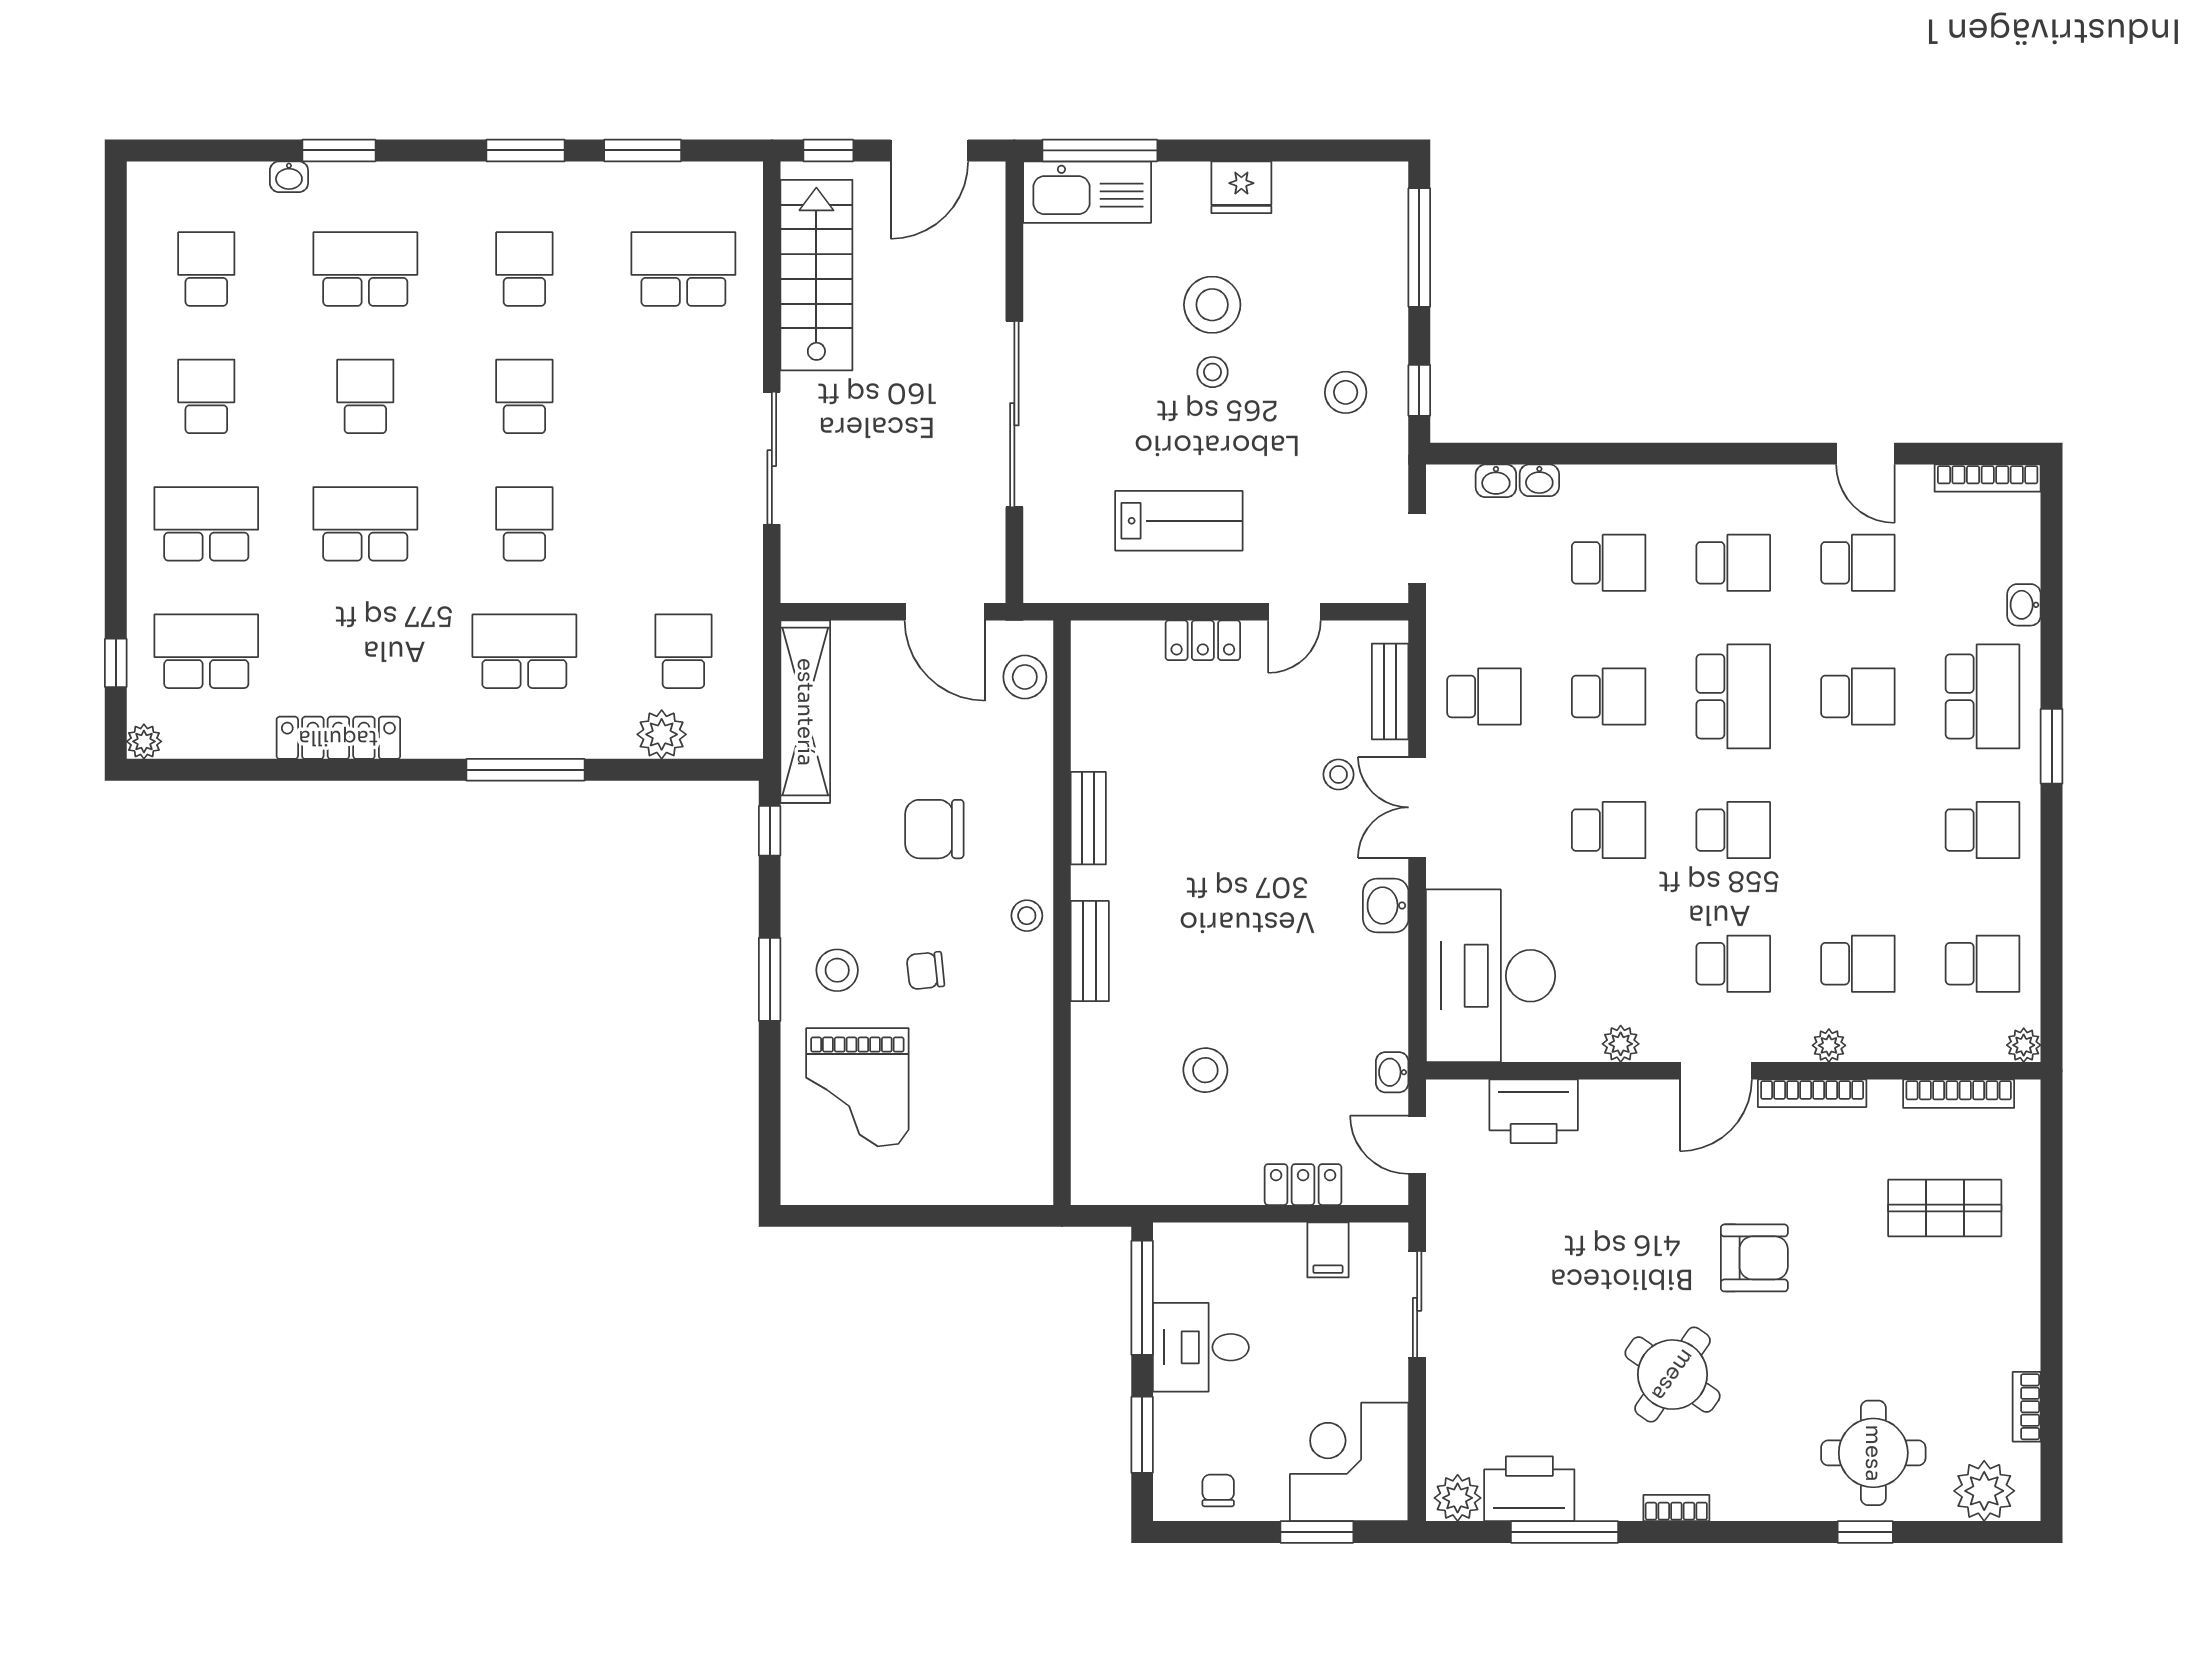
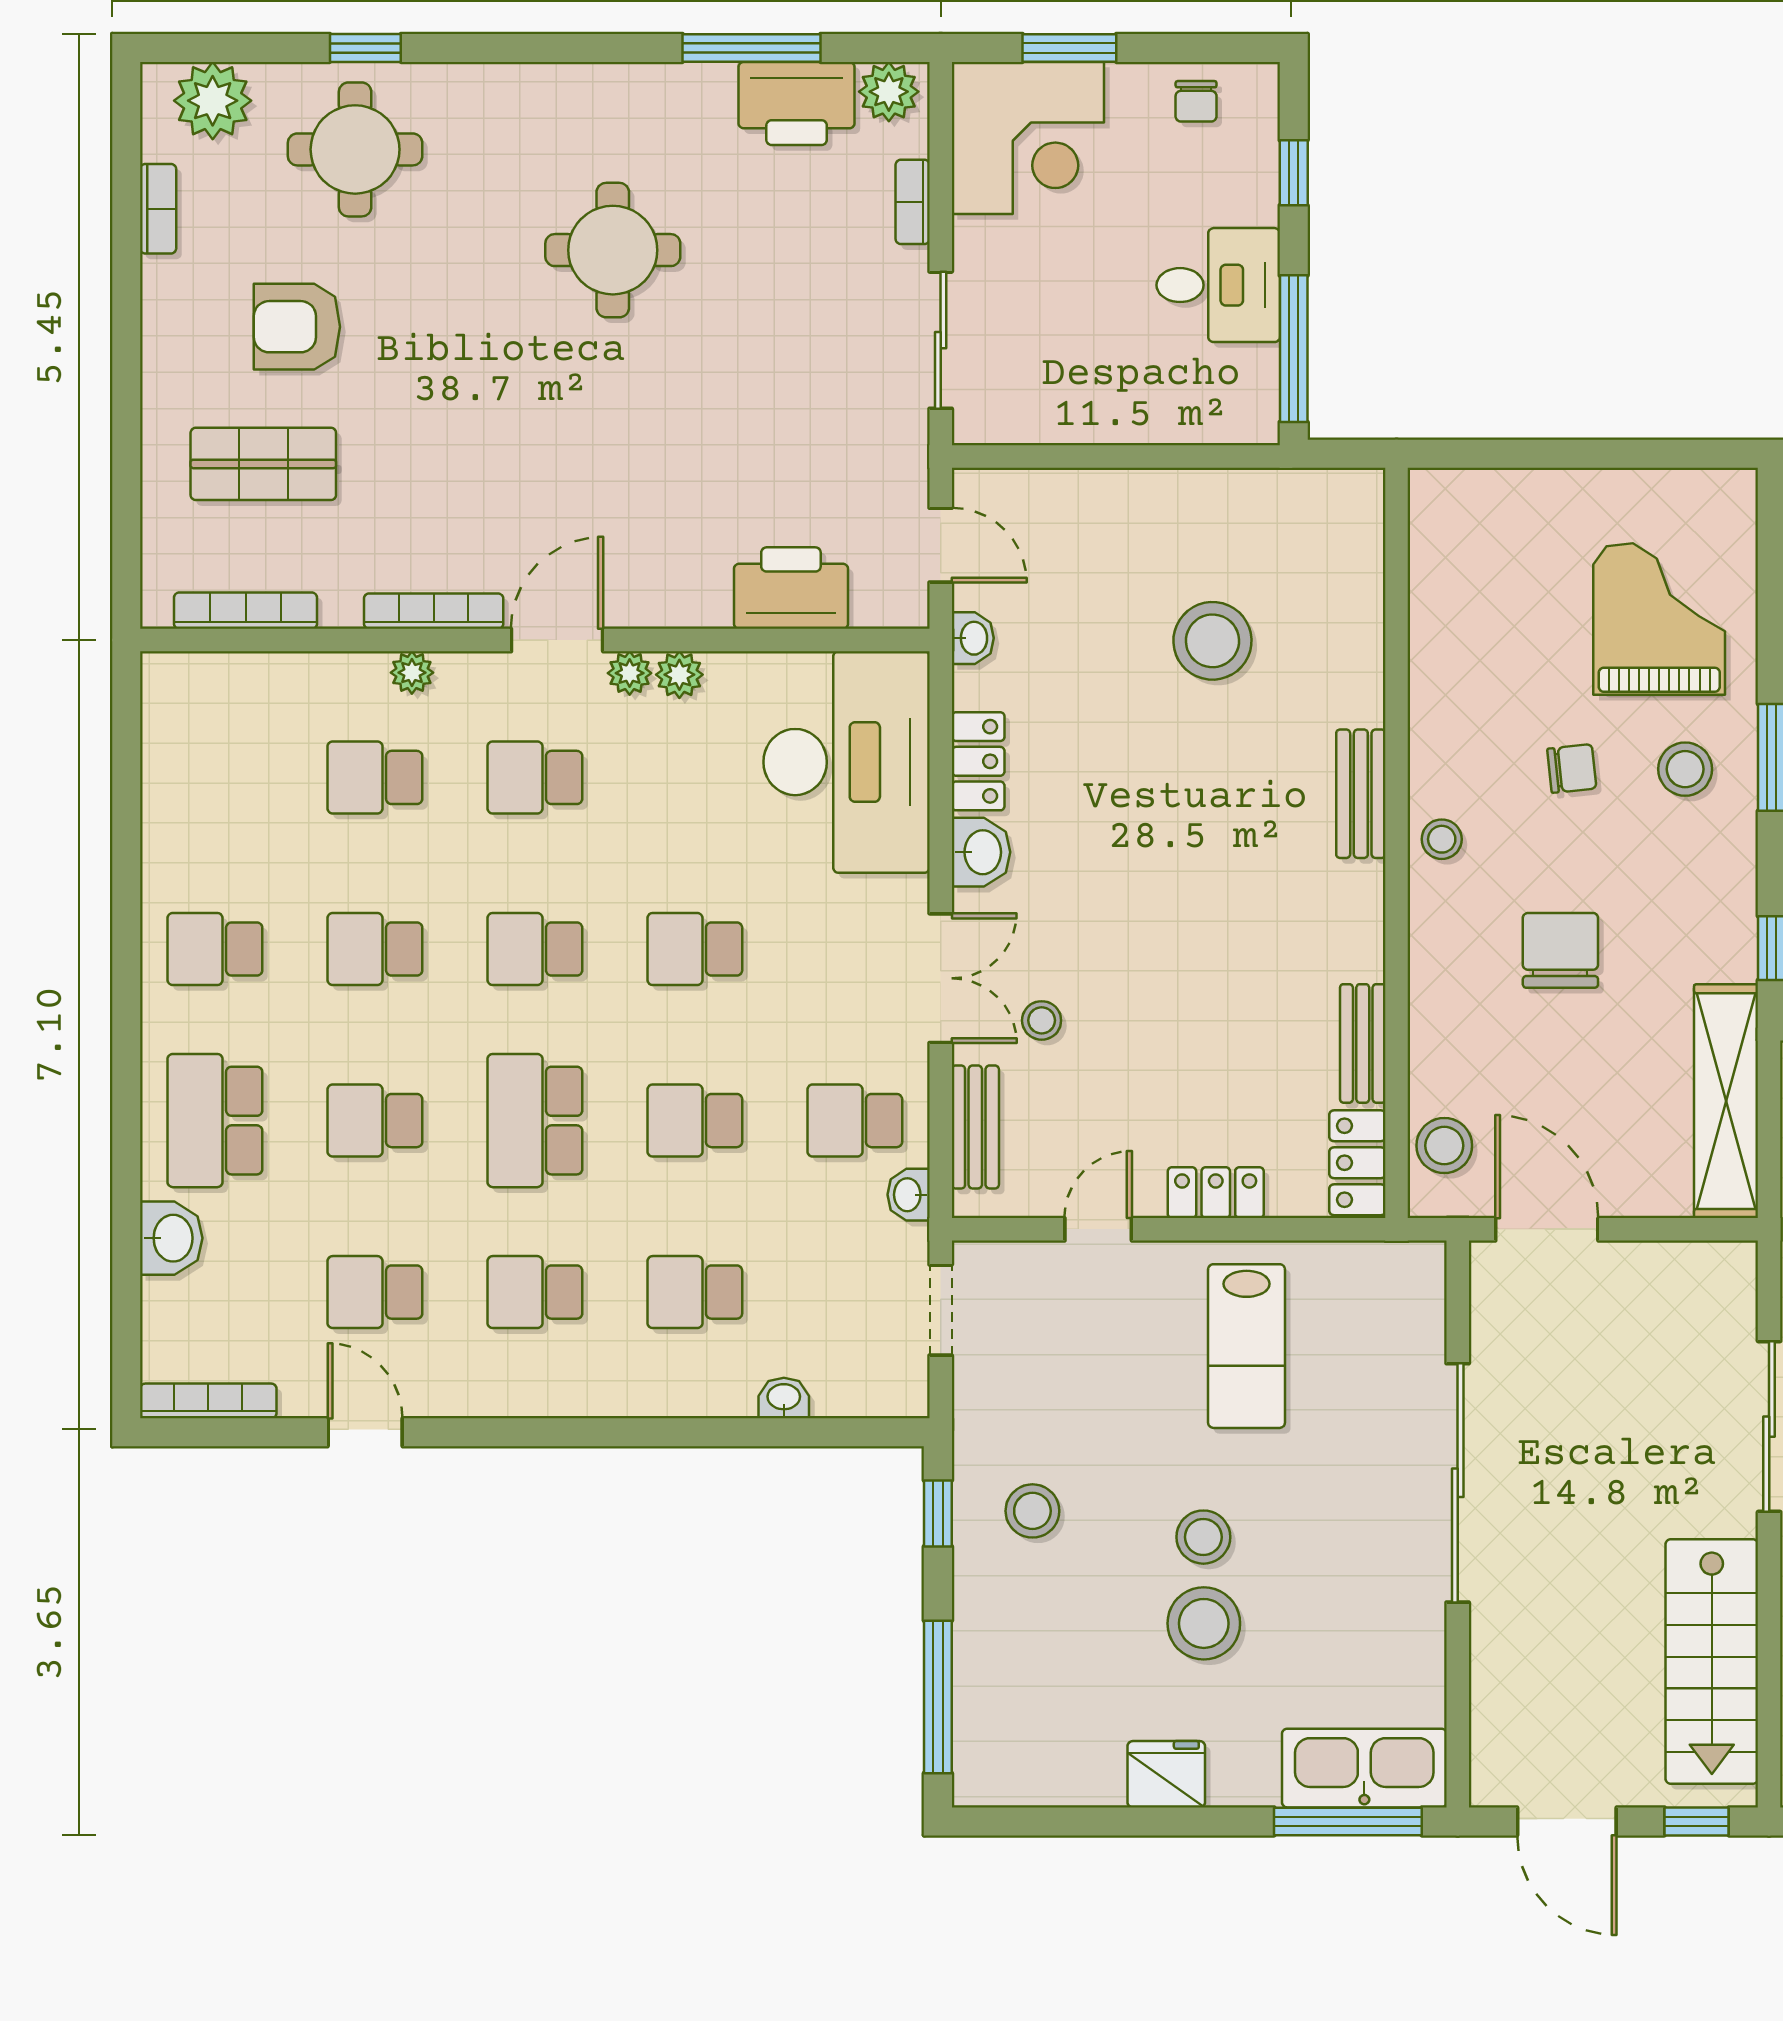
door: (929, 150) -> (1567, 1821), swing flipped
stool: (1212, 372) -> (1203, 1537), width x1.37, depth x1.37
washbasin: (1496, 481) -> (909, 1195), moved, turned -90
lab bench: (1179, 521) -> (1247, 1346), turned -90
washbasin: (2024, 605) -> (171, 1238), width x1.38, depth x1.45
locker: (1092, 664) -> (1357, 1163), added
window: (2052, 746) -> (126, 1057), removed
bench: (1088, 818) -> (1363, 1043), moved
chair: (934, 829) -> (1560, 950), turned -90
school desk: (1982, 964) -> (375, 949), moved
plant: (2024, 1045) -> (630, 673), moved
stool: (1205, 1070) -> (1212, 641), width x1.38, depth x1.38
locker: (1303, 1185) -> (978, 761), moved, turned -90
filing cabinet: (1328, 1250) -> (1055, 410), removed
armchair: (1754, 1258) -> (297, 327), moved
round table: (1673, 1375) -> (613, 250), turned -35
window: (1142, 1435) -> (1294, 173), width x0.67
bookcase: (1676, 1508) -> (913, 202), moved, turned 90

